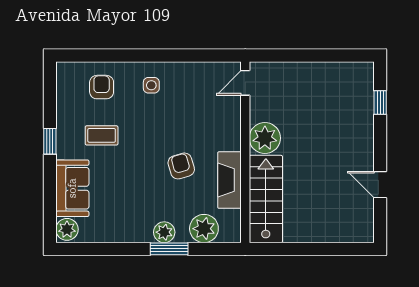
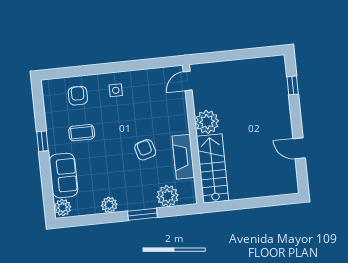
plant: (164, 232) -> (109, 205), moved

